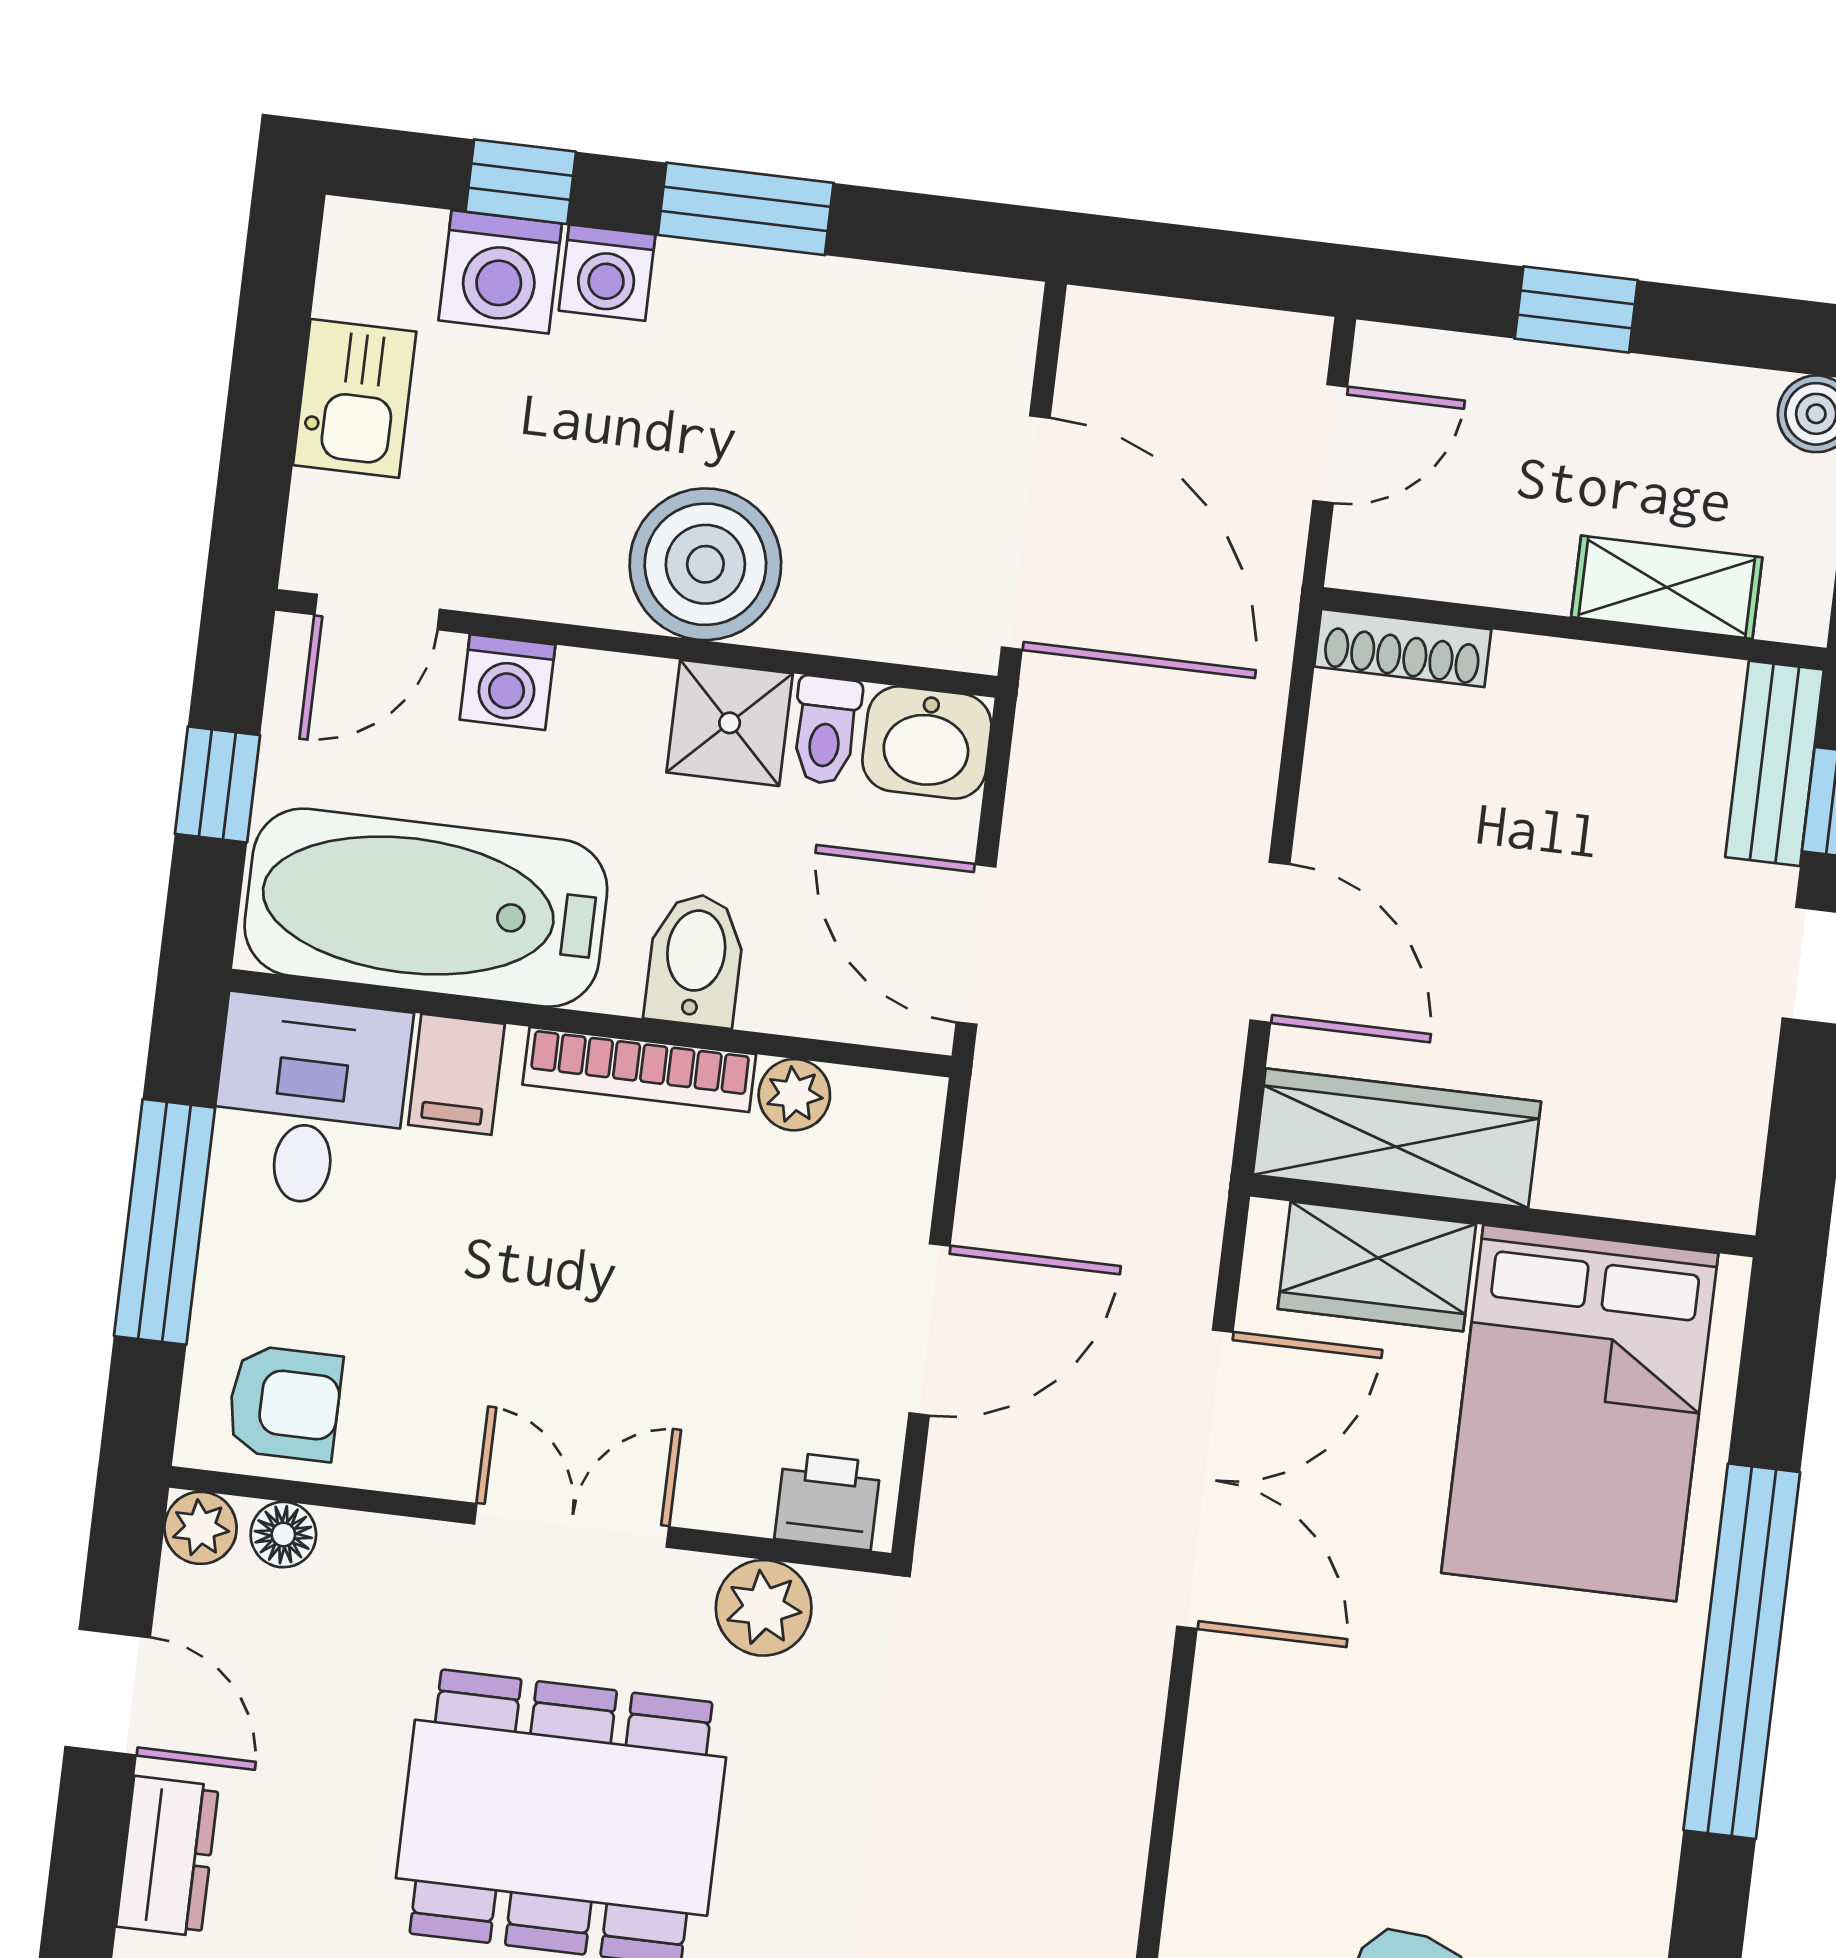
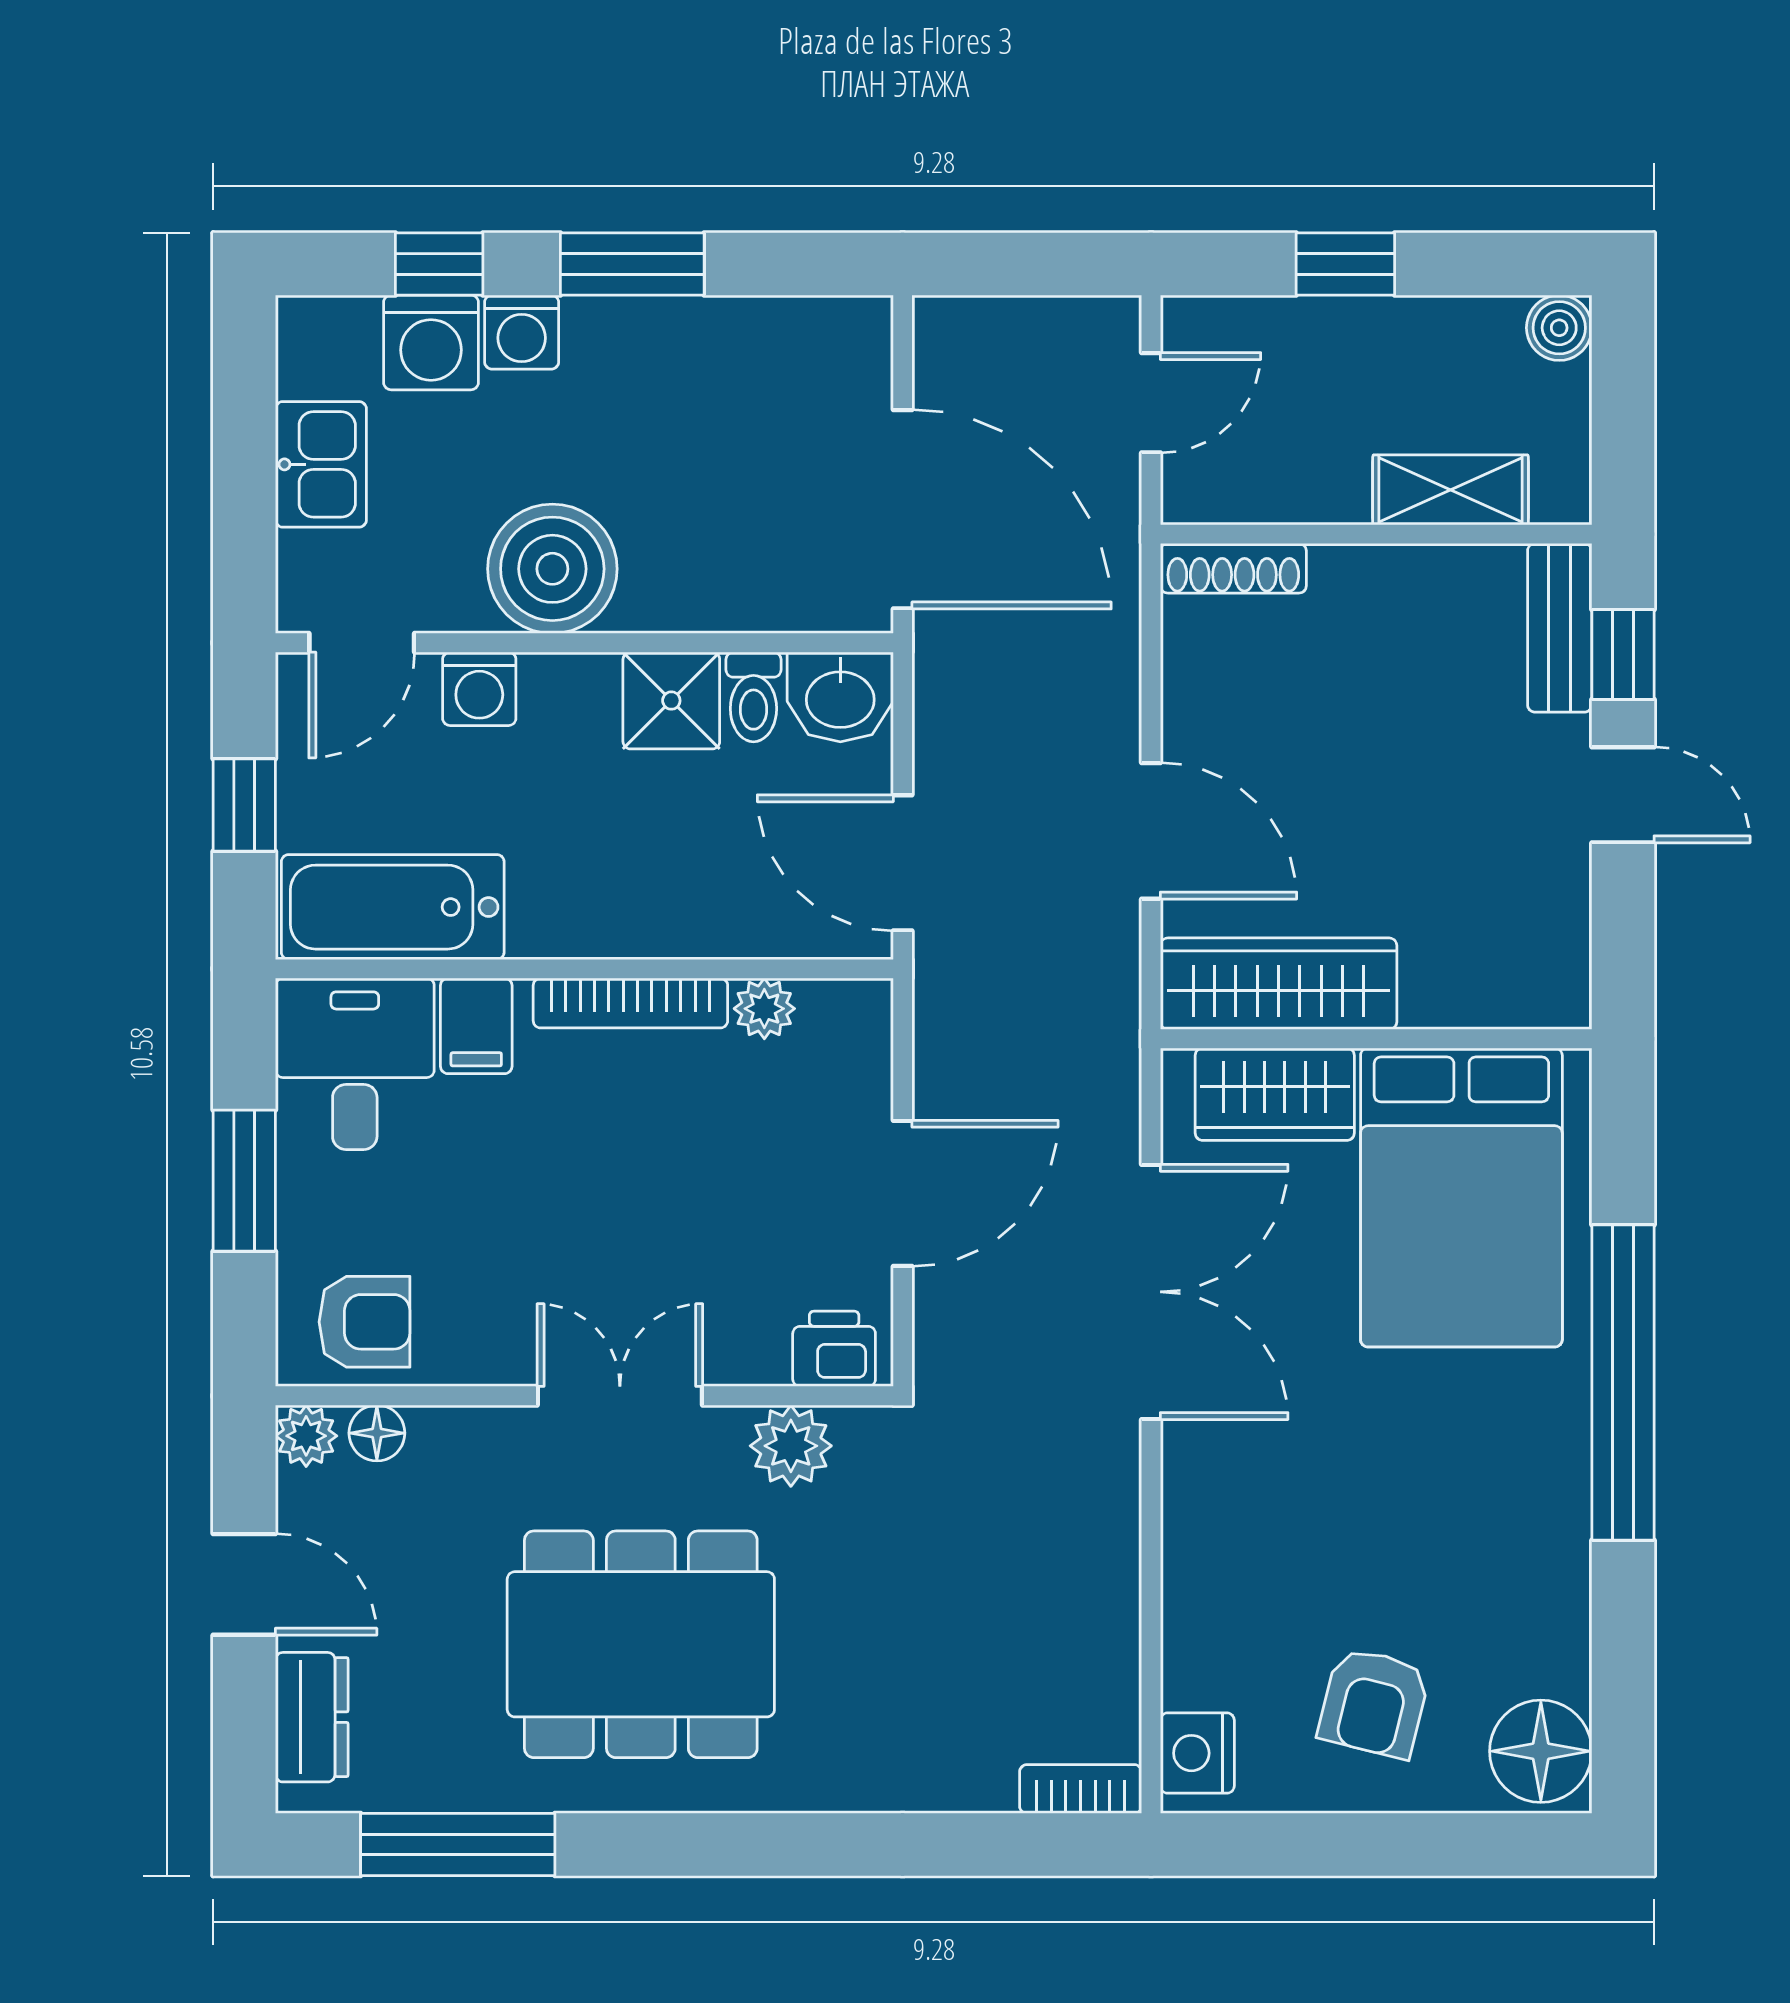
boiler: (705, 564) -> (552, 569), moved
bathtub: (426, 908) -> (393, 907), width x0.73, depth x0.73
bidet: (695, 960) -> (666, 904), removed
window: (164, 1222) -> (244, 1181), width x0.69

